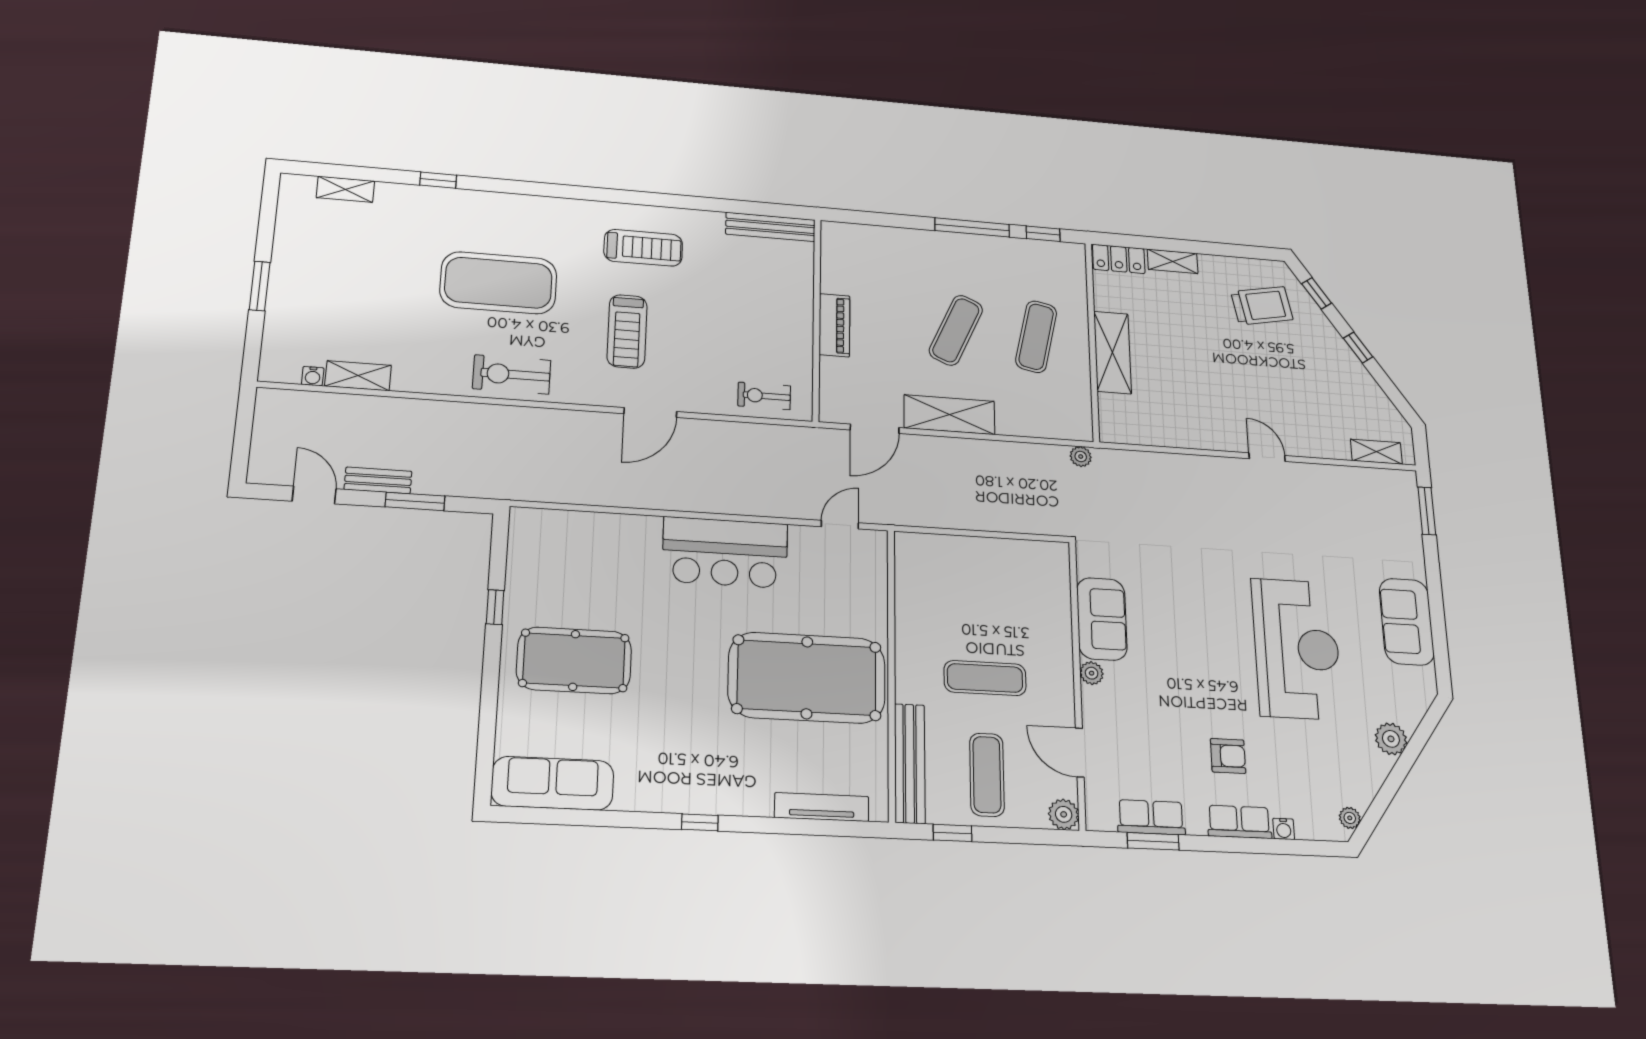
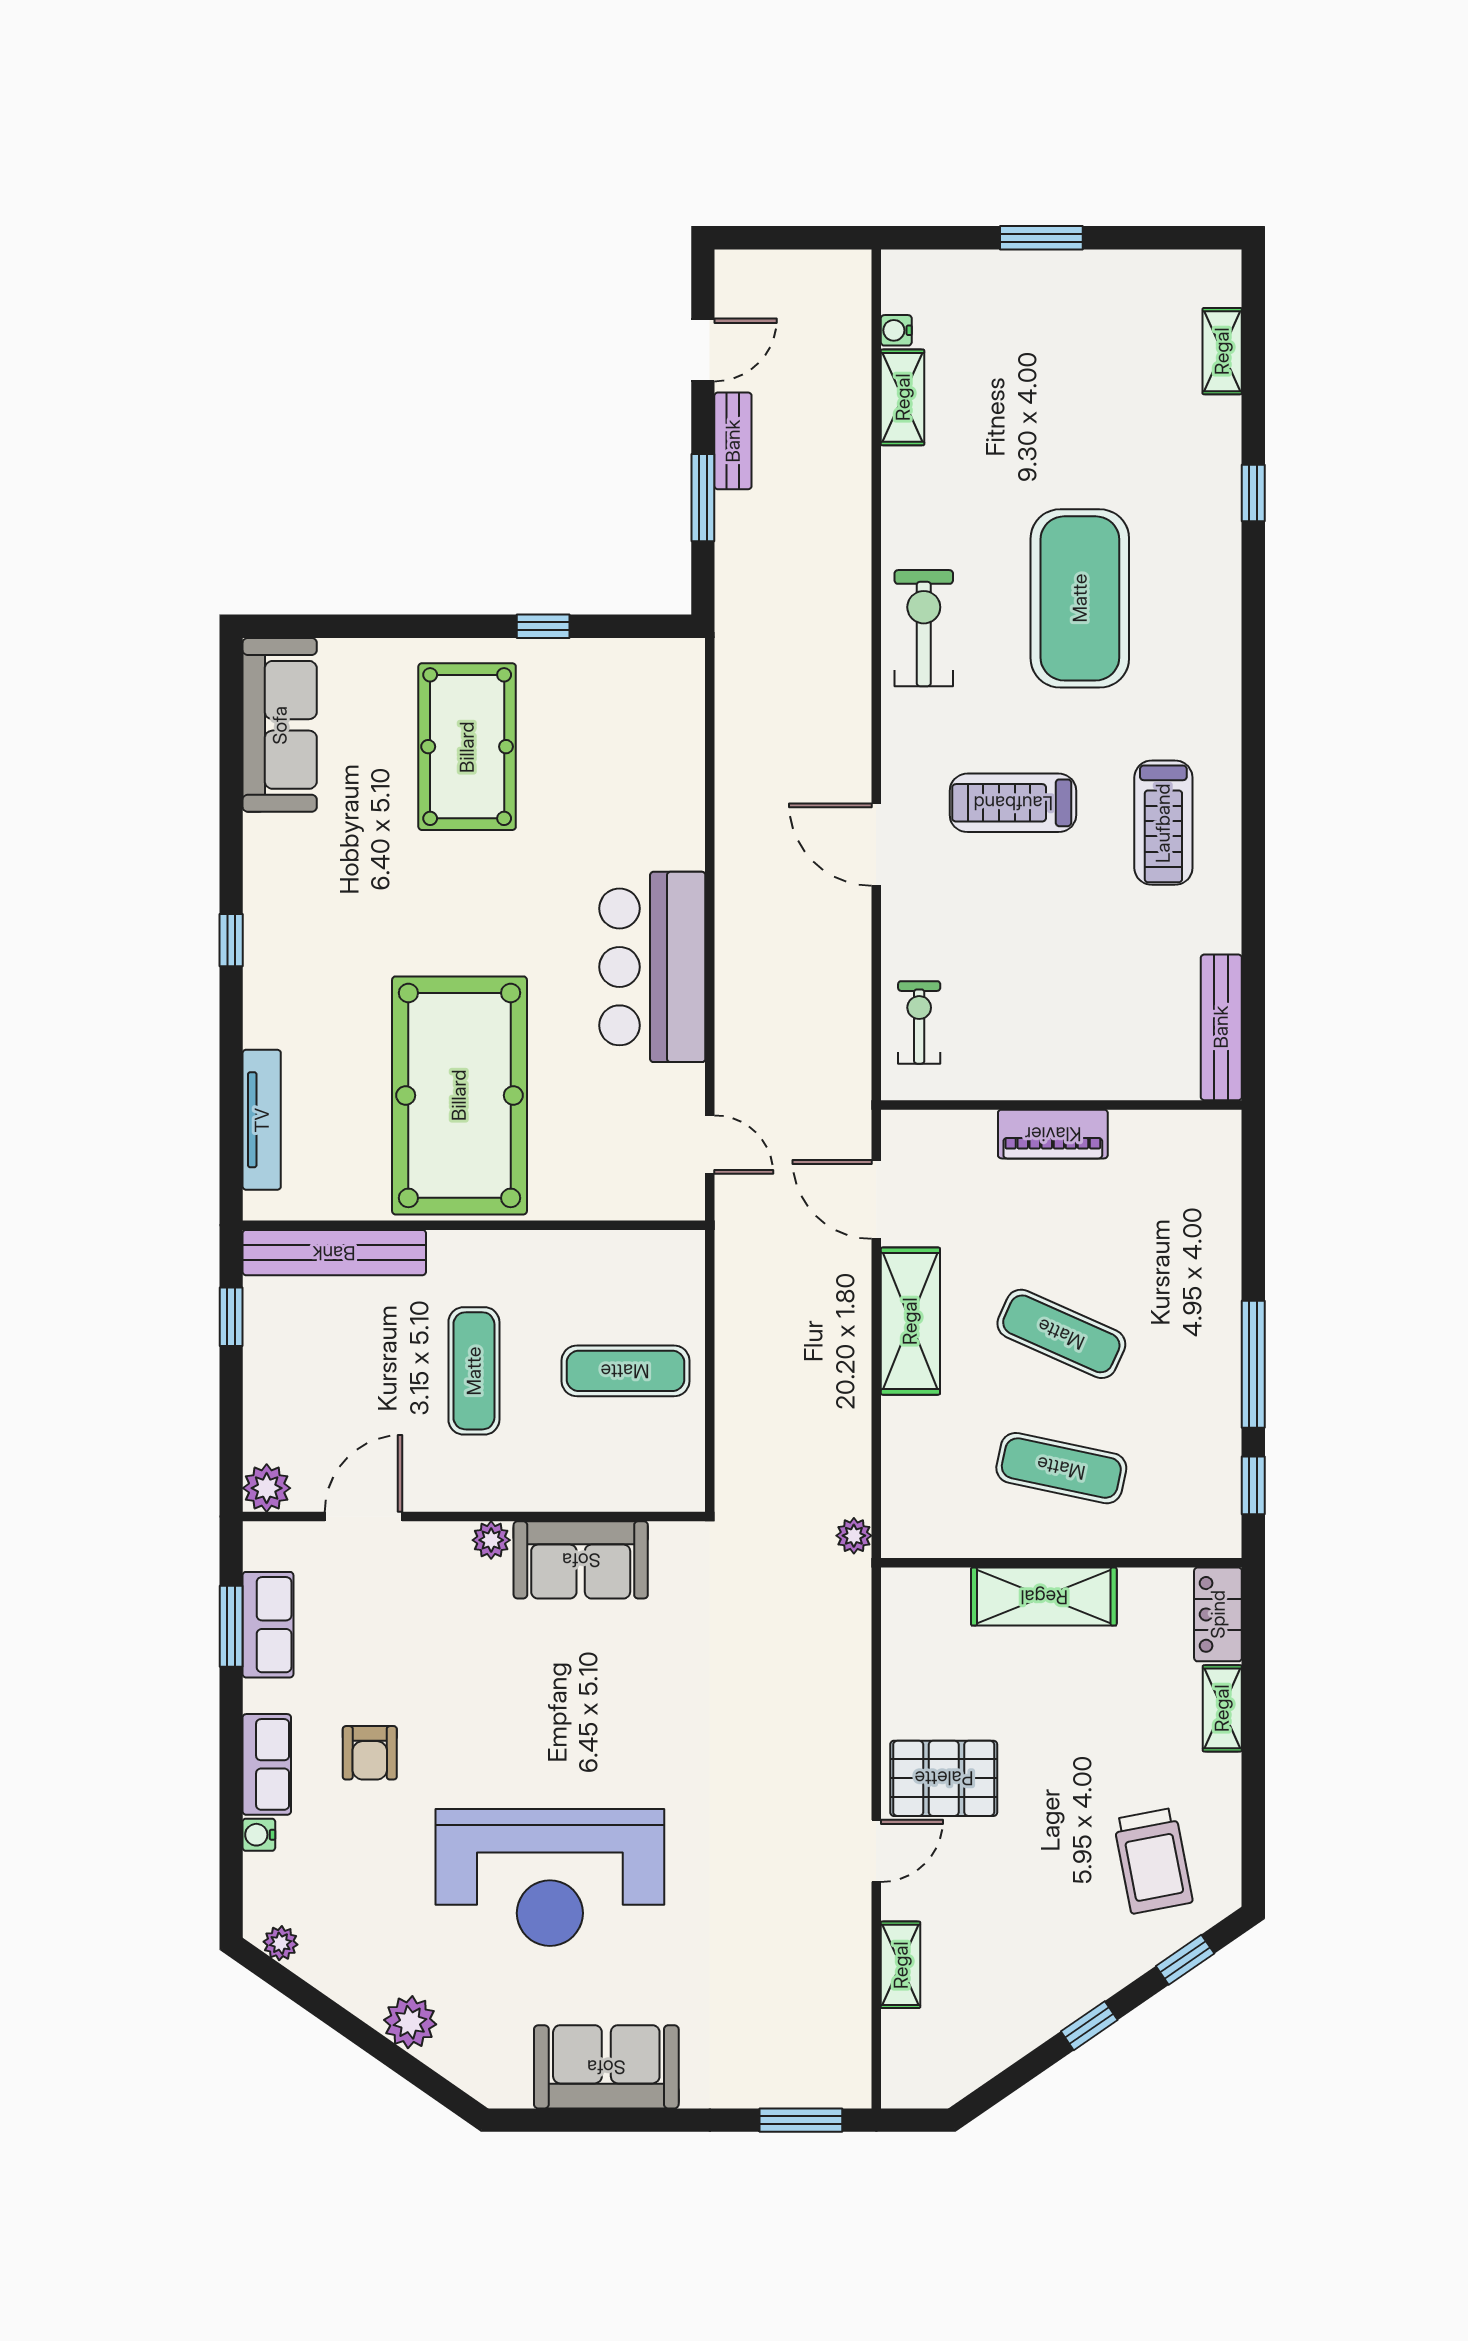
pallet: (1222, 416) -> (944, 1778), added
shelving: (1376, 452) -> (901, 1965), moved
exercise mat: (987, 775) -> (625, 1371), moved

